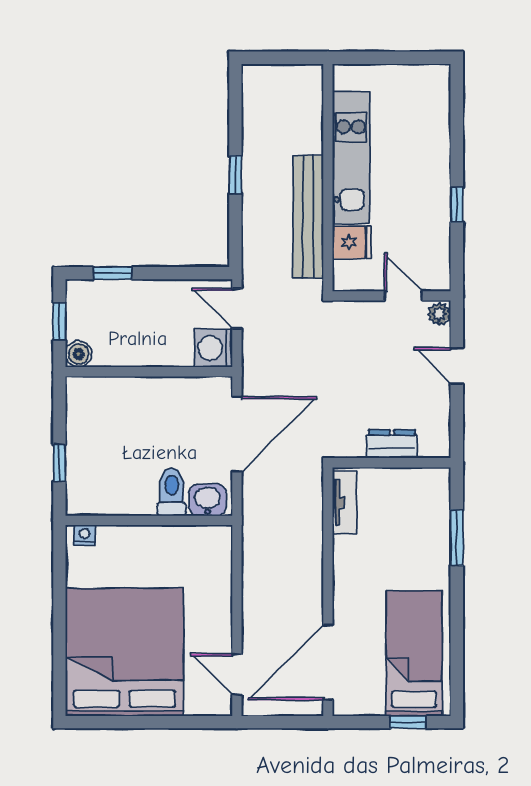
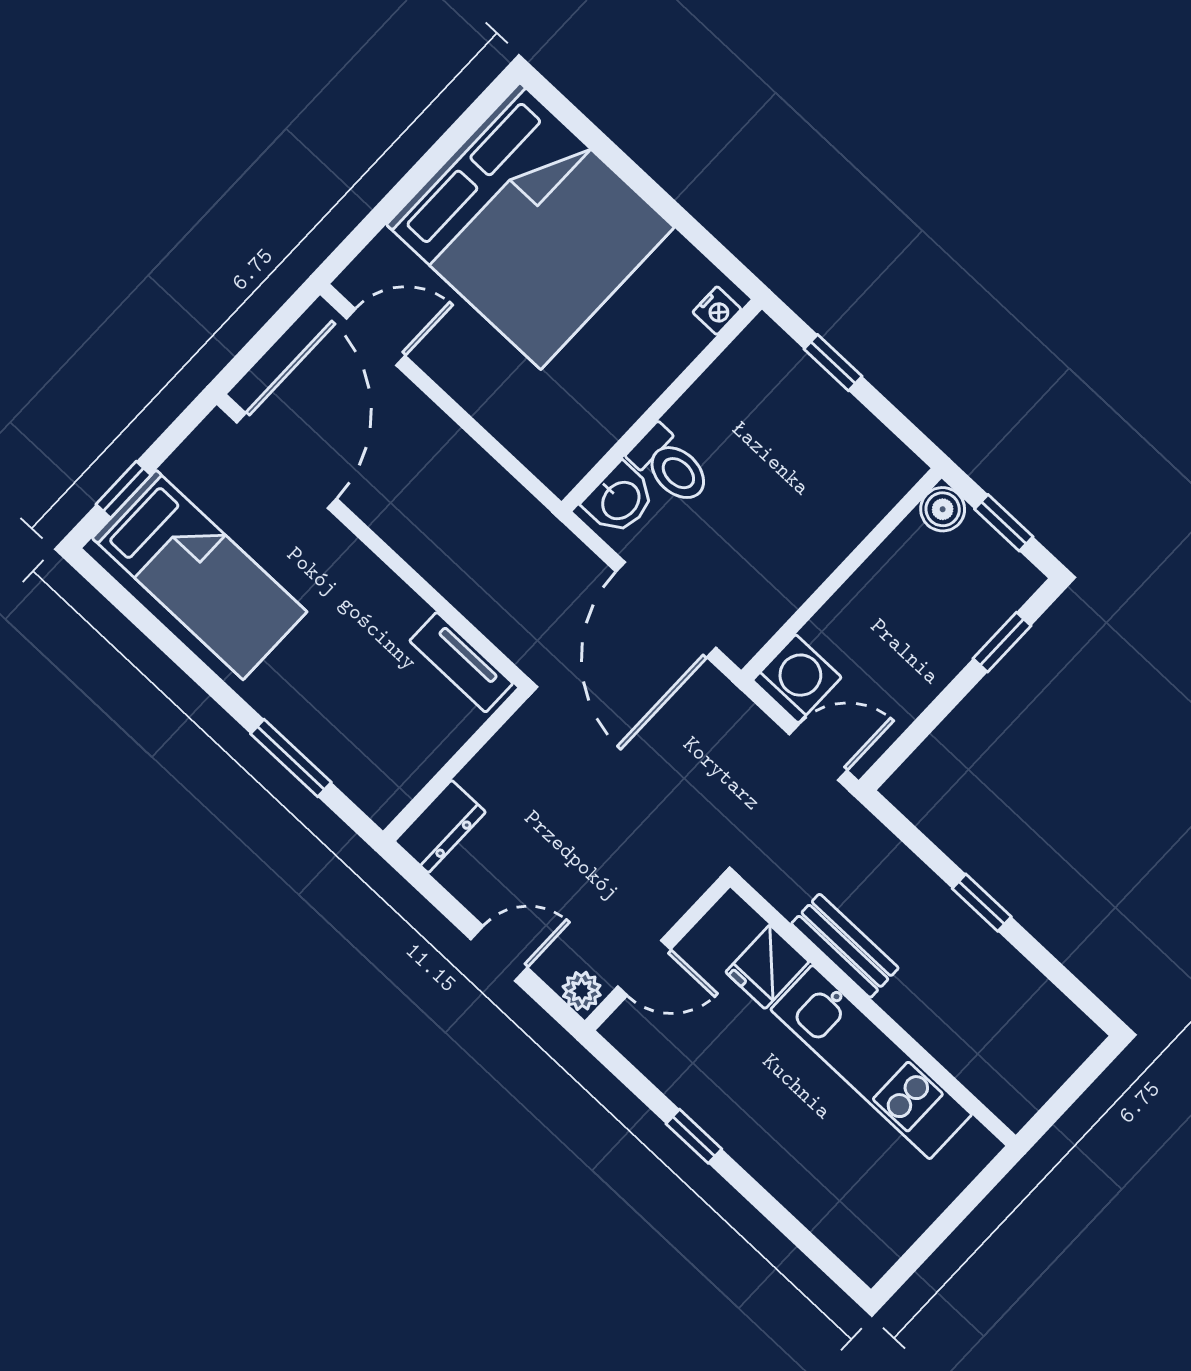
bench: (308, 217) -> (845, 946), width x0.54, depth x0.82
dresser: (392, 444) -> (440, 827), moved

